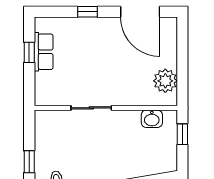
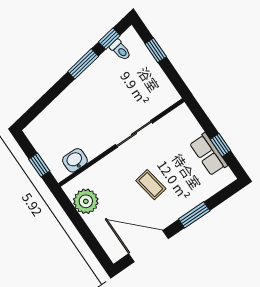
window: (87, 12) -> (194, 215), width x1.50
coffee table: (105, 59) -> (151, 185), added

